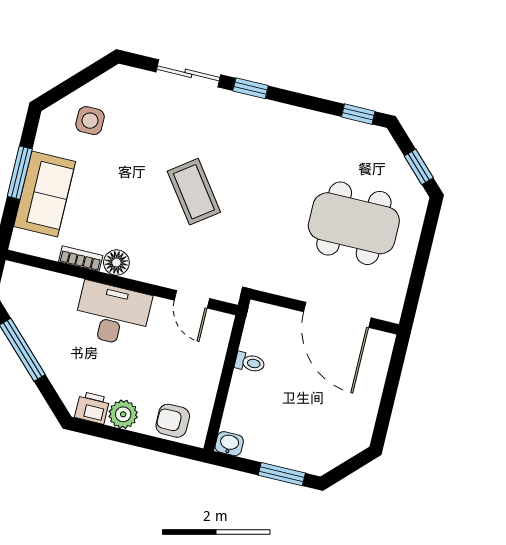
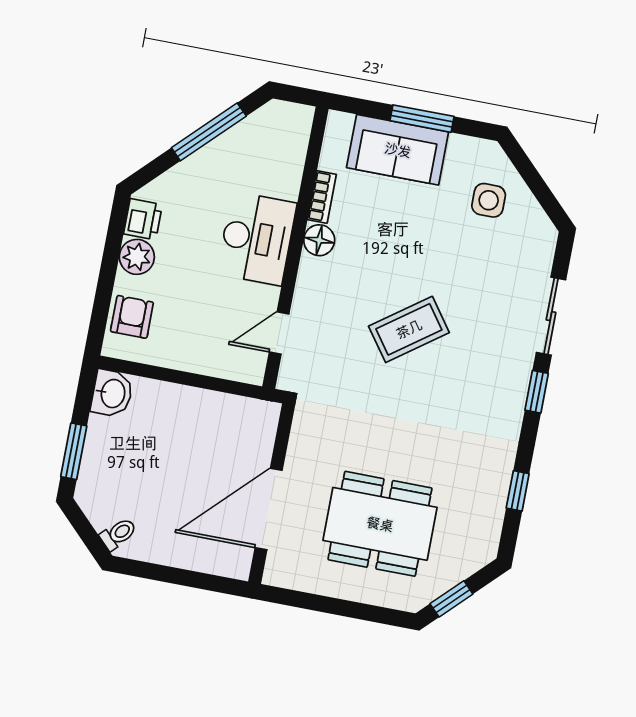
window: (358, 114) -> (518, 491), moved
dining table: (354, 223) -> (380, 524), turned 90
toilet: (250, 363) -> (118, 534), moved, turned -135
washbasin: (229, 444) -> (112, 393), width x1.38, depth x1.45

